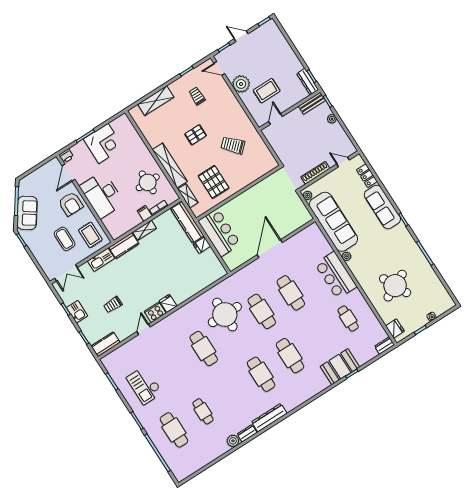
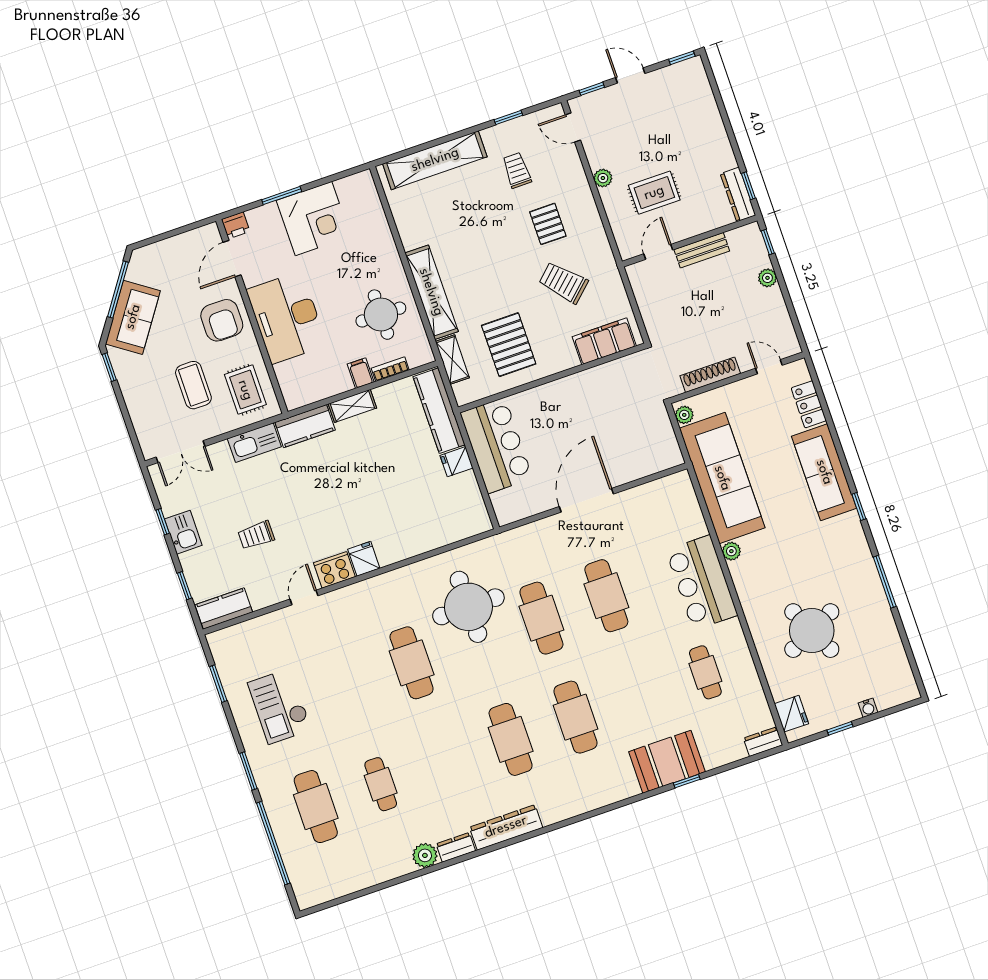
plant: (241, 84) -> (603, 178), width x0.53, depth x0.53
shelving: (156, 101) -> (435, 160), width x1.47
bench: (312, 103) -> (702, 250), moved
pallet: (196, 135) -> (548, 224), moved, turned 90
filing cabinet: (260, 169) -> (604, 341), added

